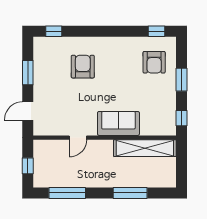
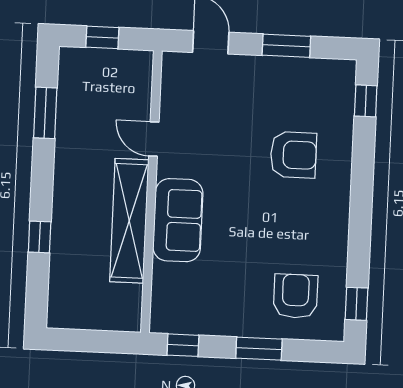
armchair: (154, 62) -> (296, 296), turned 90
shelving: (145, 148) -> (129, 221), moved
window: (67, 193) -> (45, 113), width x0.69
window: (130, 193) -> (40, 237), width x0.46

